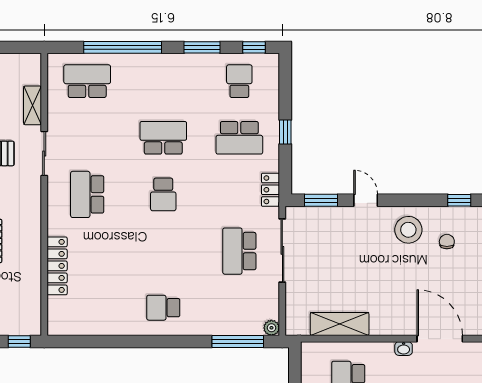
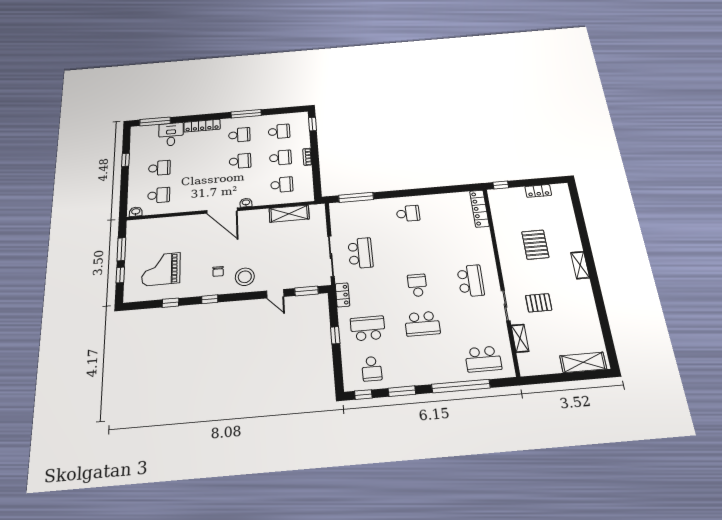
locker: (57, 266) -> (479, 209), moved
plant: (271, 328) -> (334, 208), removed

